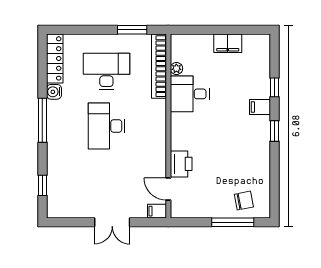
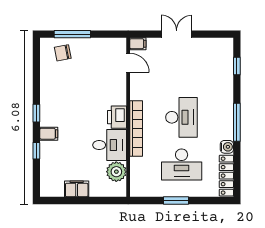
window: (132, 30) -> (176, 200), moved
bookcase: (159, 66) -> (136, 129), moved
plant: (176, 68) -> (116, 172), width x1.87, depth x1.87
printer: (181, 164) -> (117, 117), moved

